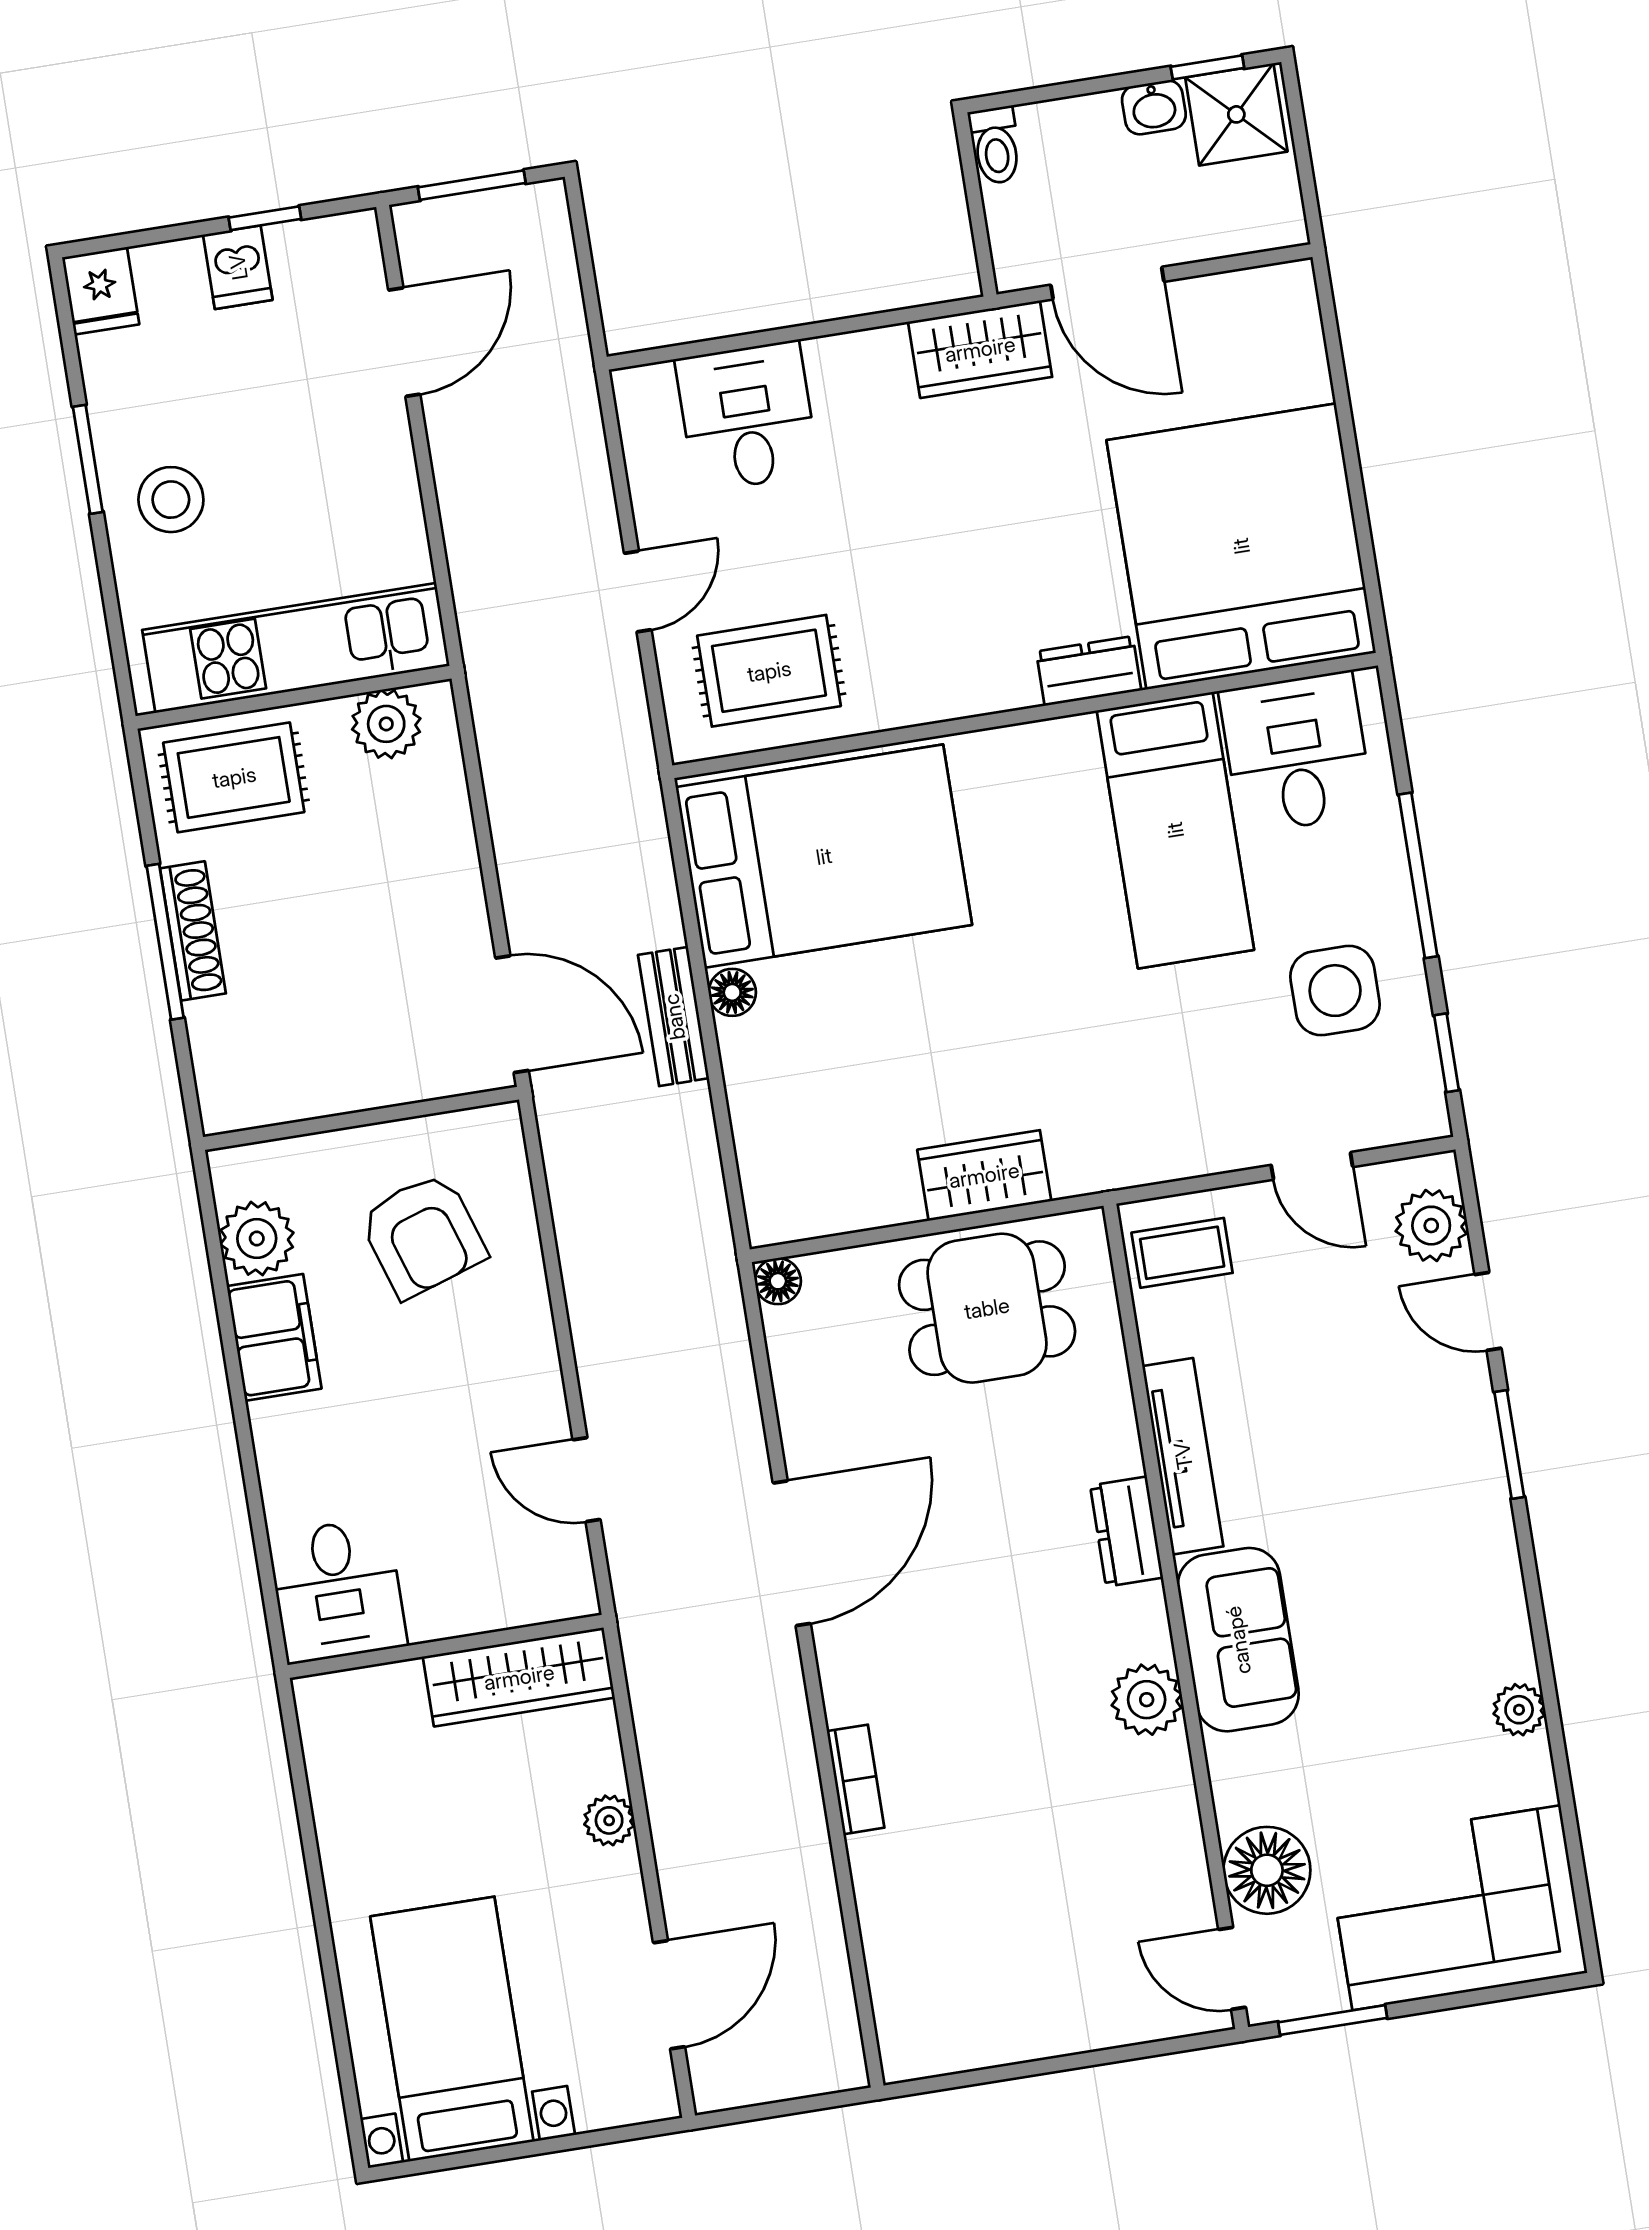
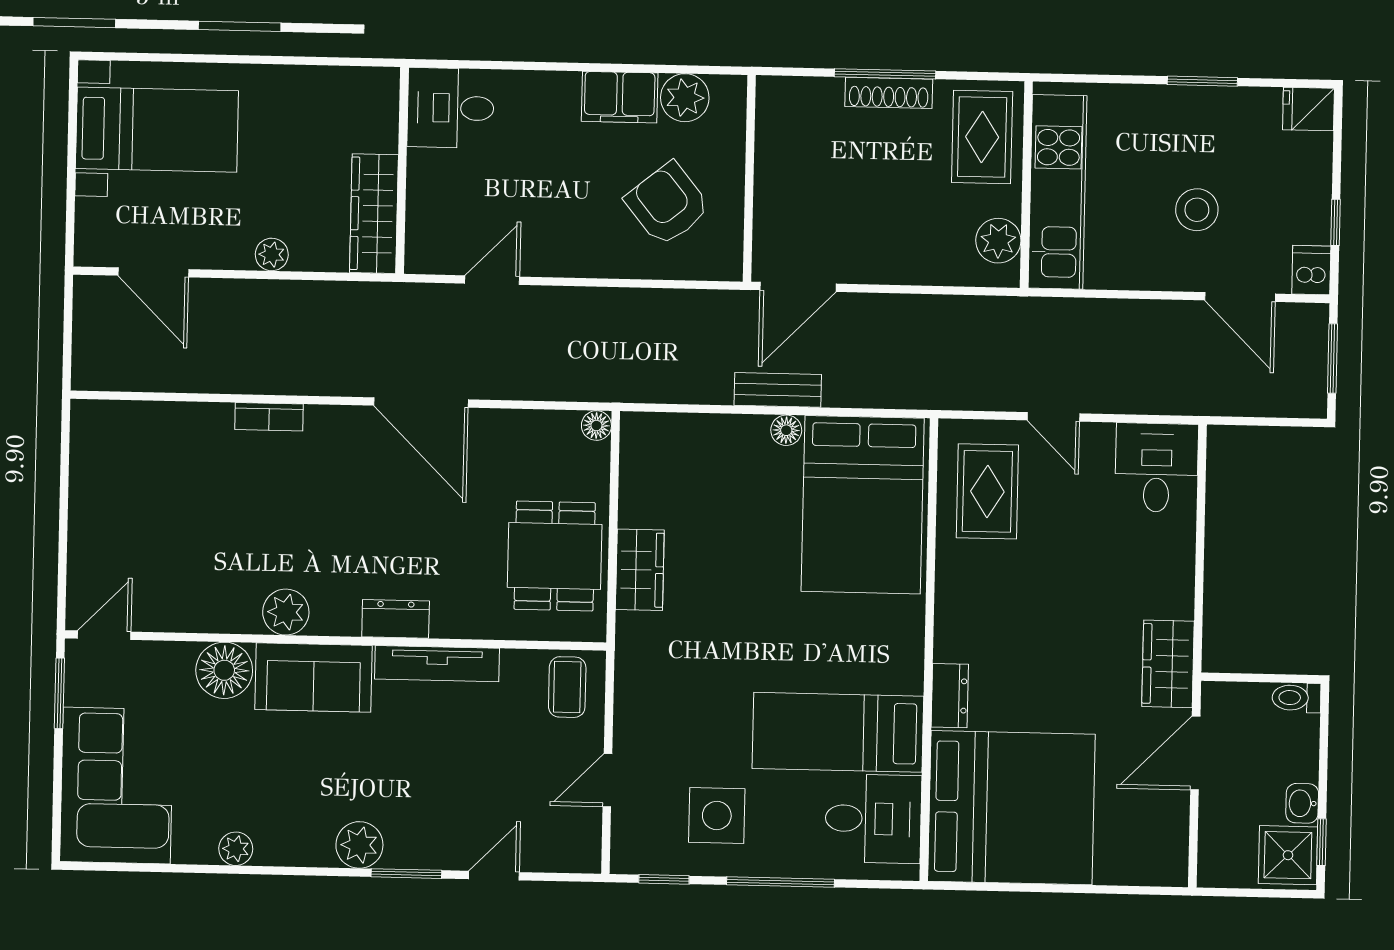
dishwasher: (238, 267) -> (1311, 270), moved, turned 90
desk: (747, 416) -> (1157, 468), moved, turned -90
stool: (171, 500) -> (1197, 210), moved
plant: (1431, 1226) -> (359, 845), moved
armchair: (423, 1235) -> (667, 204), turned 69
floor lamp: (1267, 1870) -> (224, 670), moved

